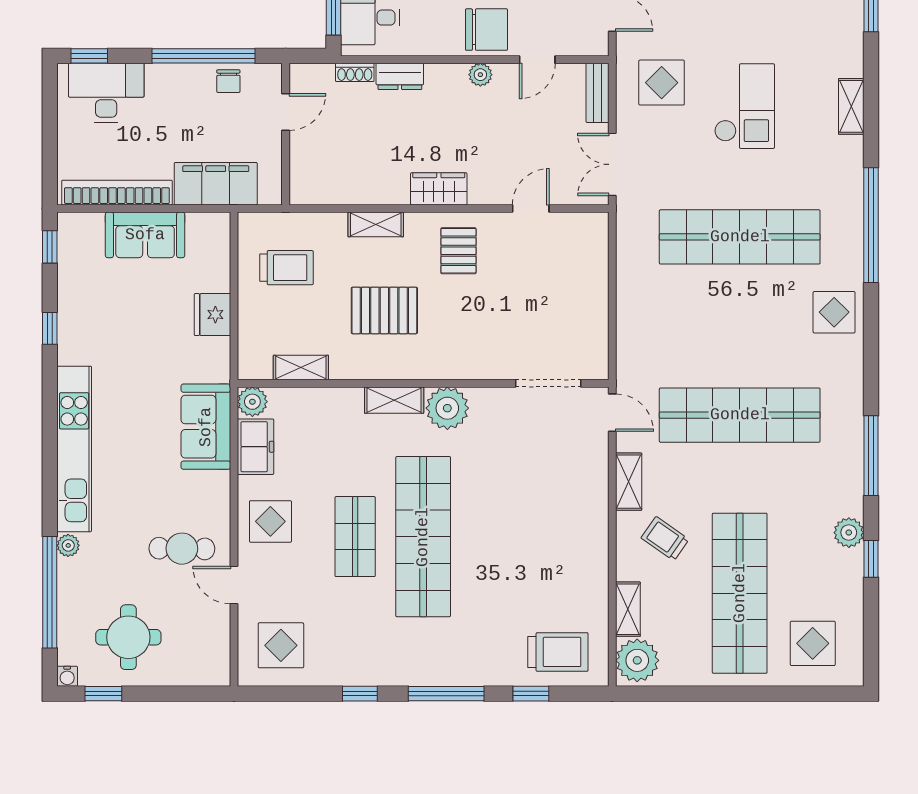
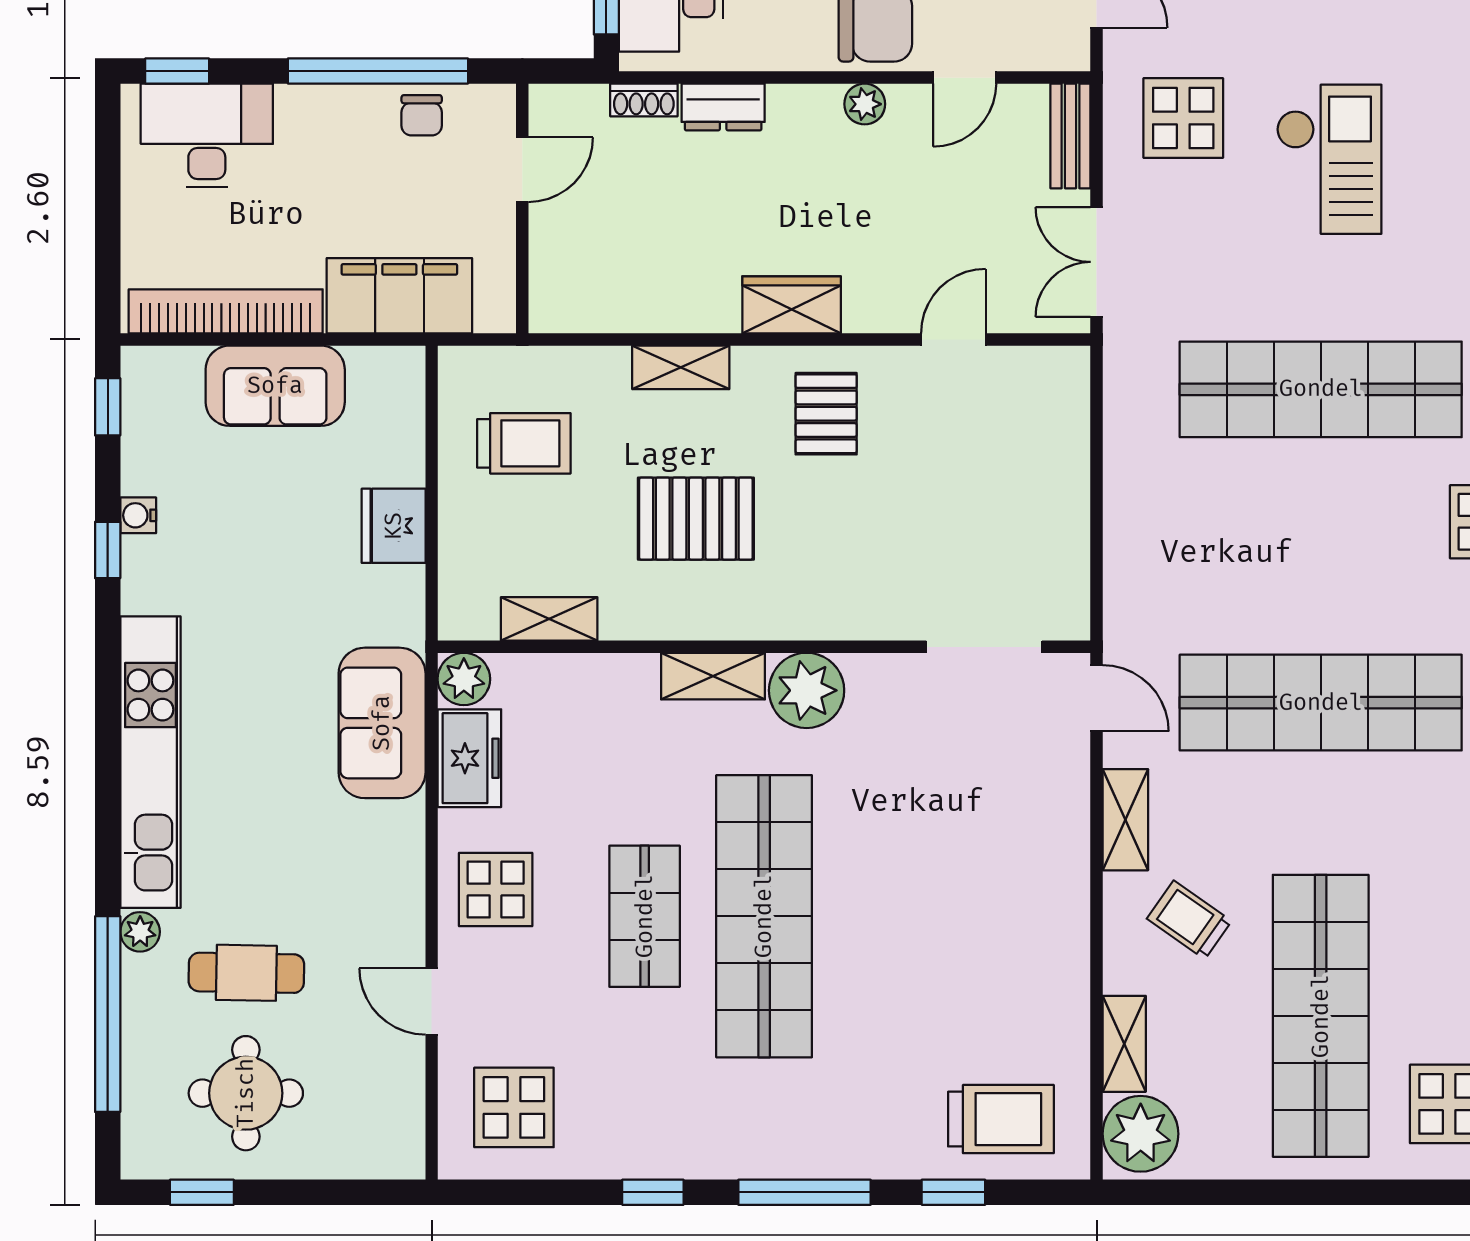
cafe table: (182, 549) -> (246, 973), moved
water cooler: (67, 676) -> (138, 515), moved, turned 90

